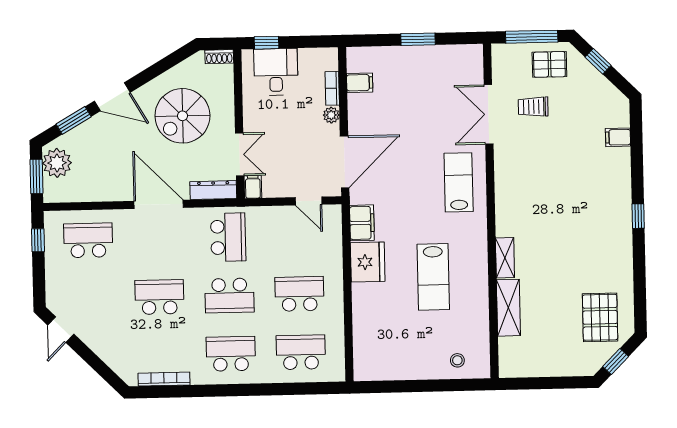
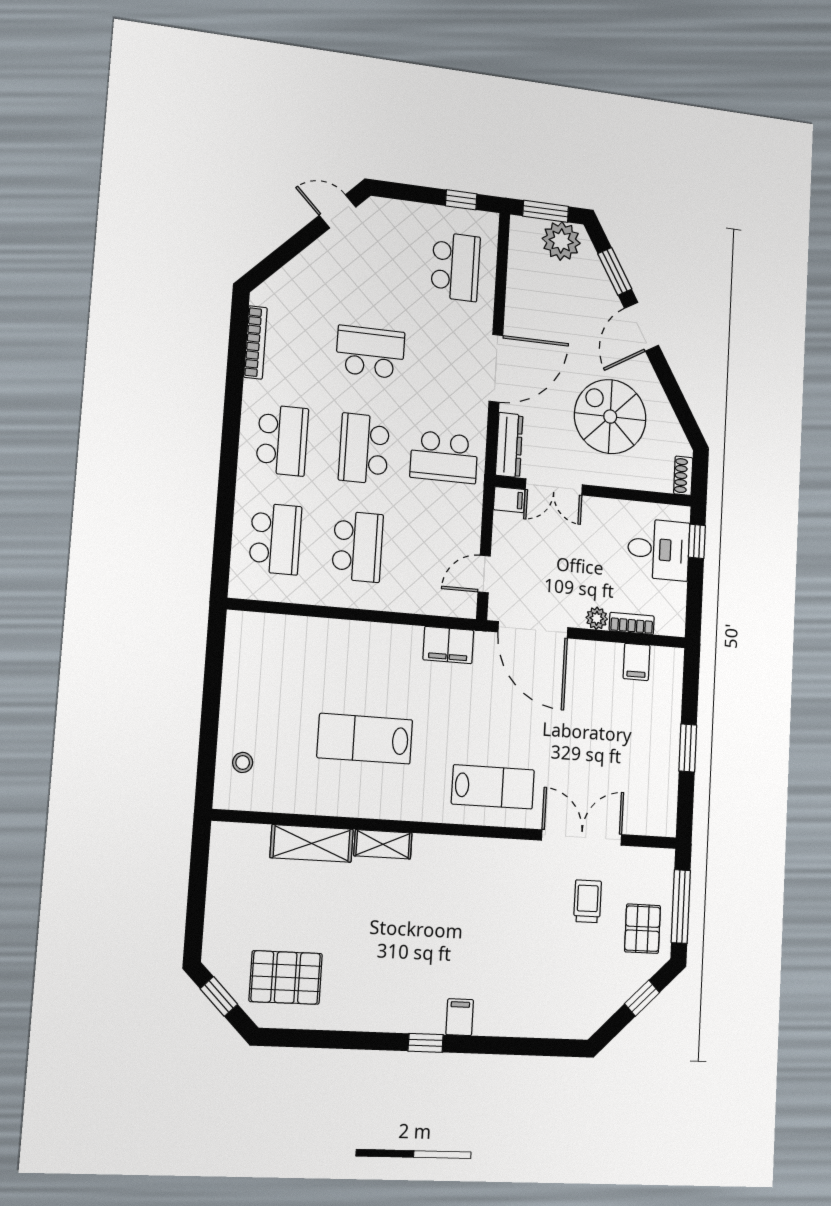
filing cabinet: (618, 137) -> (460, 1017), moved
fridge: (368, 262) -> (394, 647), removed
school desk: (159, 297) -> (370, 352), turned -90

